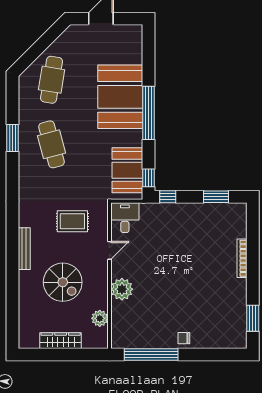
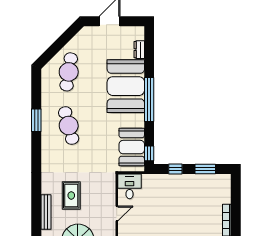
dresser: (137, 53) -> (139, 50), added
window: (168, 197) -> (175, 169), moved
rug: (72, 221) -> (71, 195), moved, turned 90

